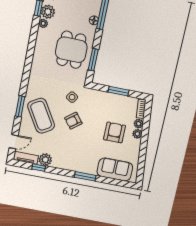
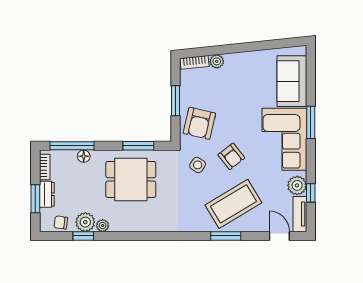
armchair: (114, 132) -> (199, 123), moved, turned -77
plant: (137, 134) -> (232, 60), removed
corner sofa: (78, 157) -> (284, 139), added

